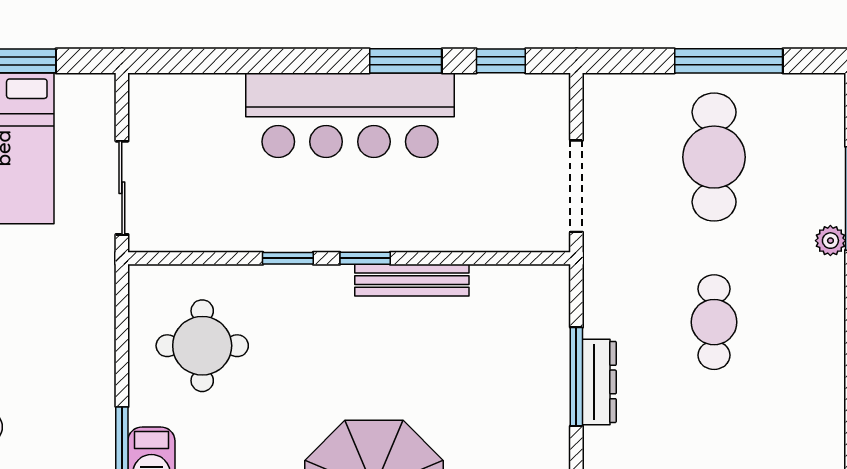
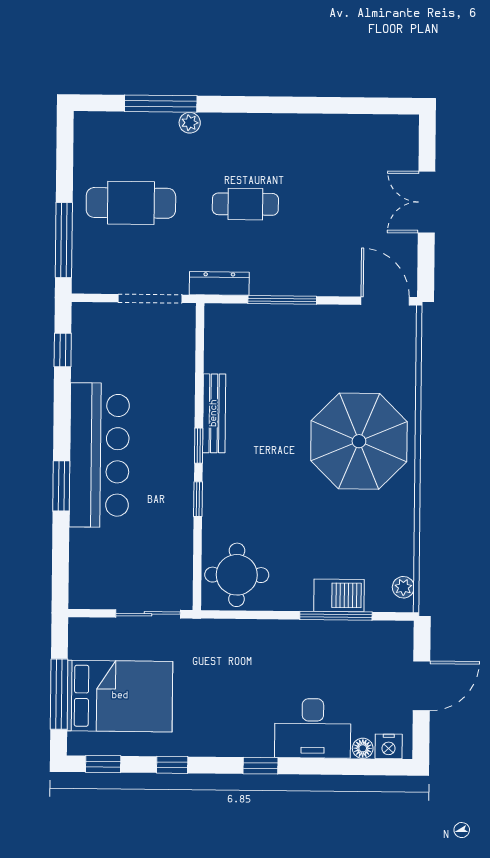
window: (406, 61) -> (61, 486), moved
window: (729, 61) -> (64, 240), moved
round table: (202, 346) -> (237, 575), moved
dresser: (599, 382) -> (219, 283), moved

